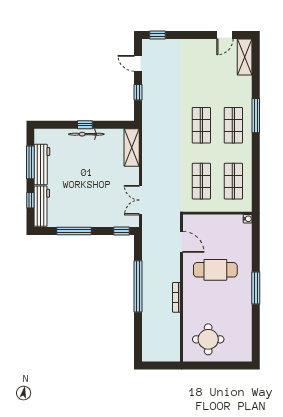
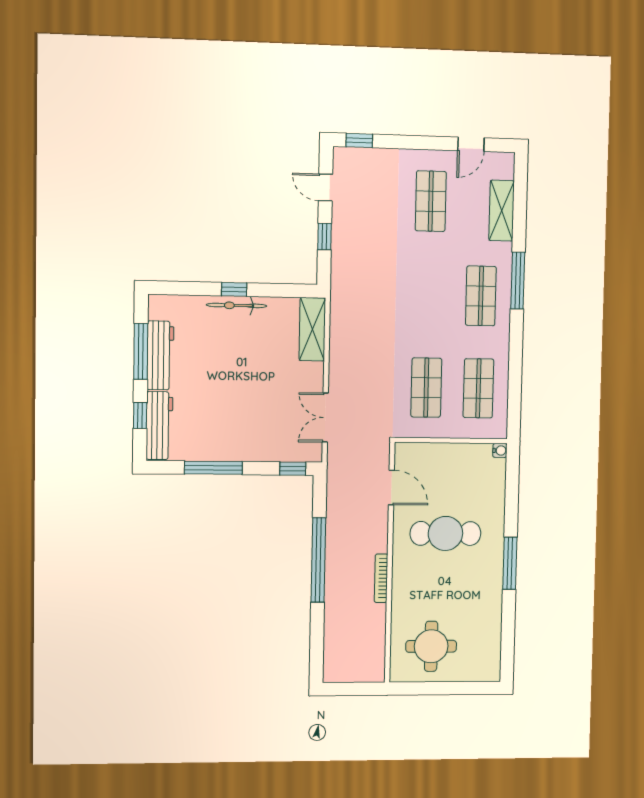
shelving: (245, 57) -> (502, 211), moved
shop shelf: (201, 125) -> (431, 201), moved

